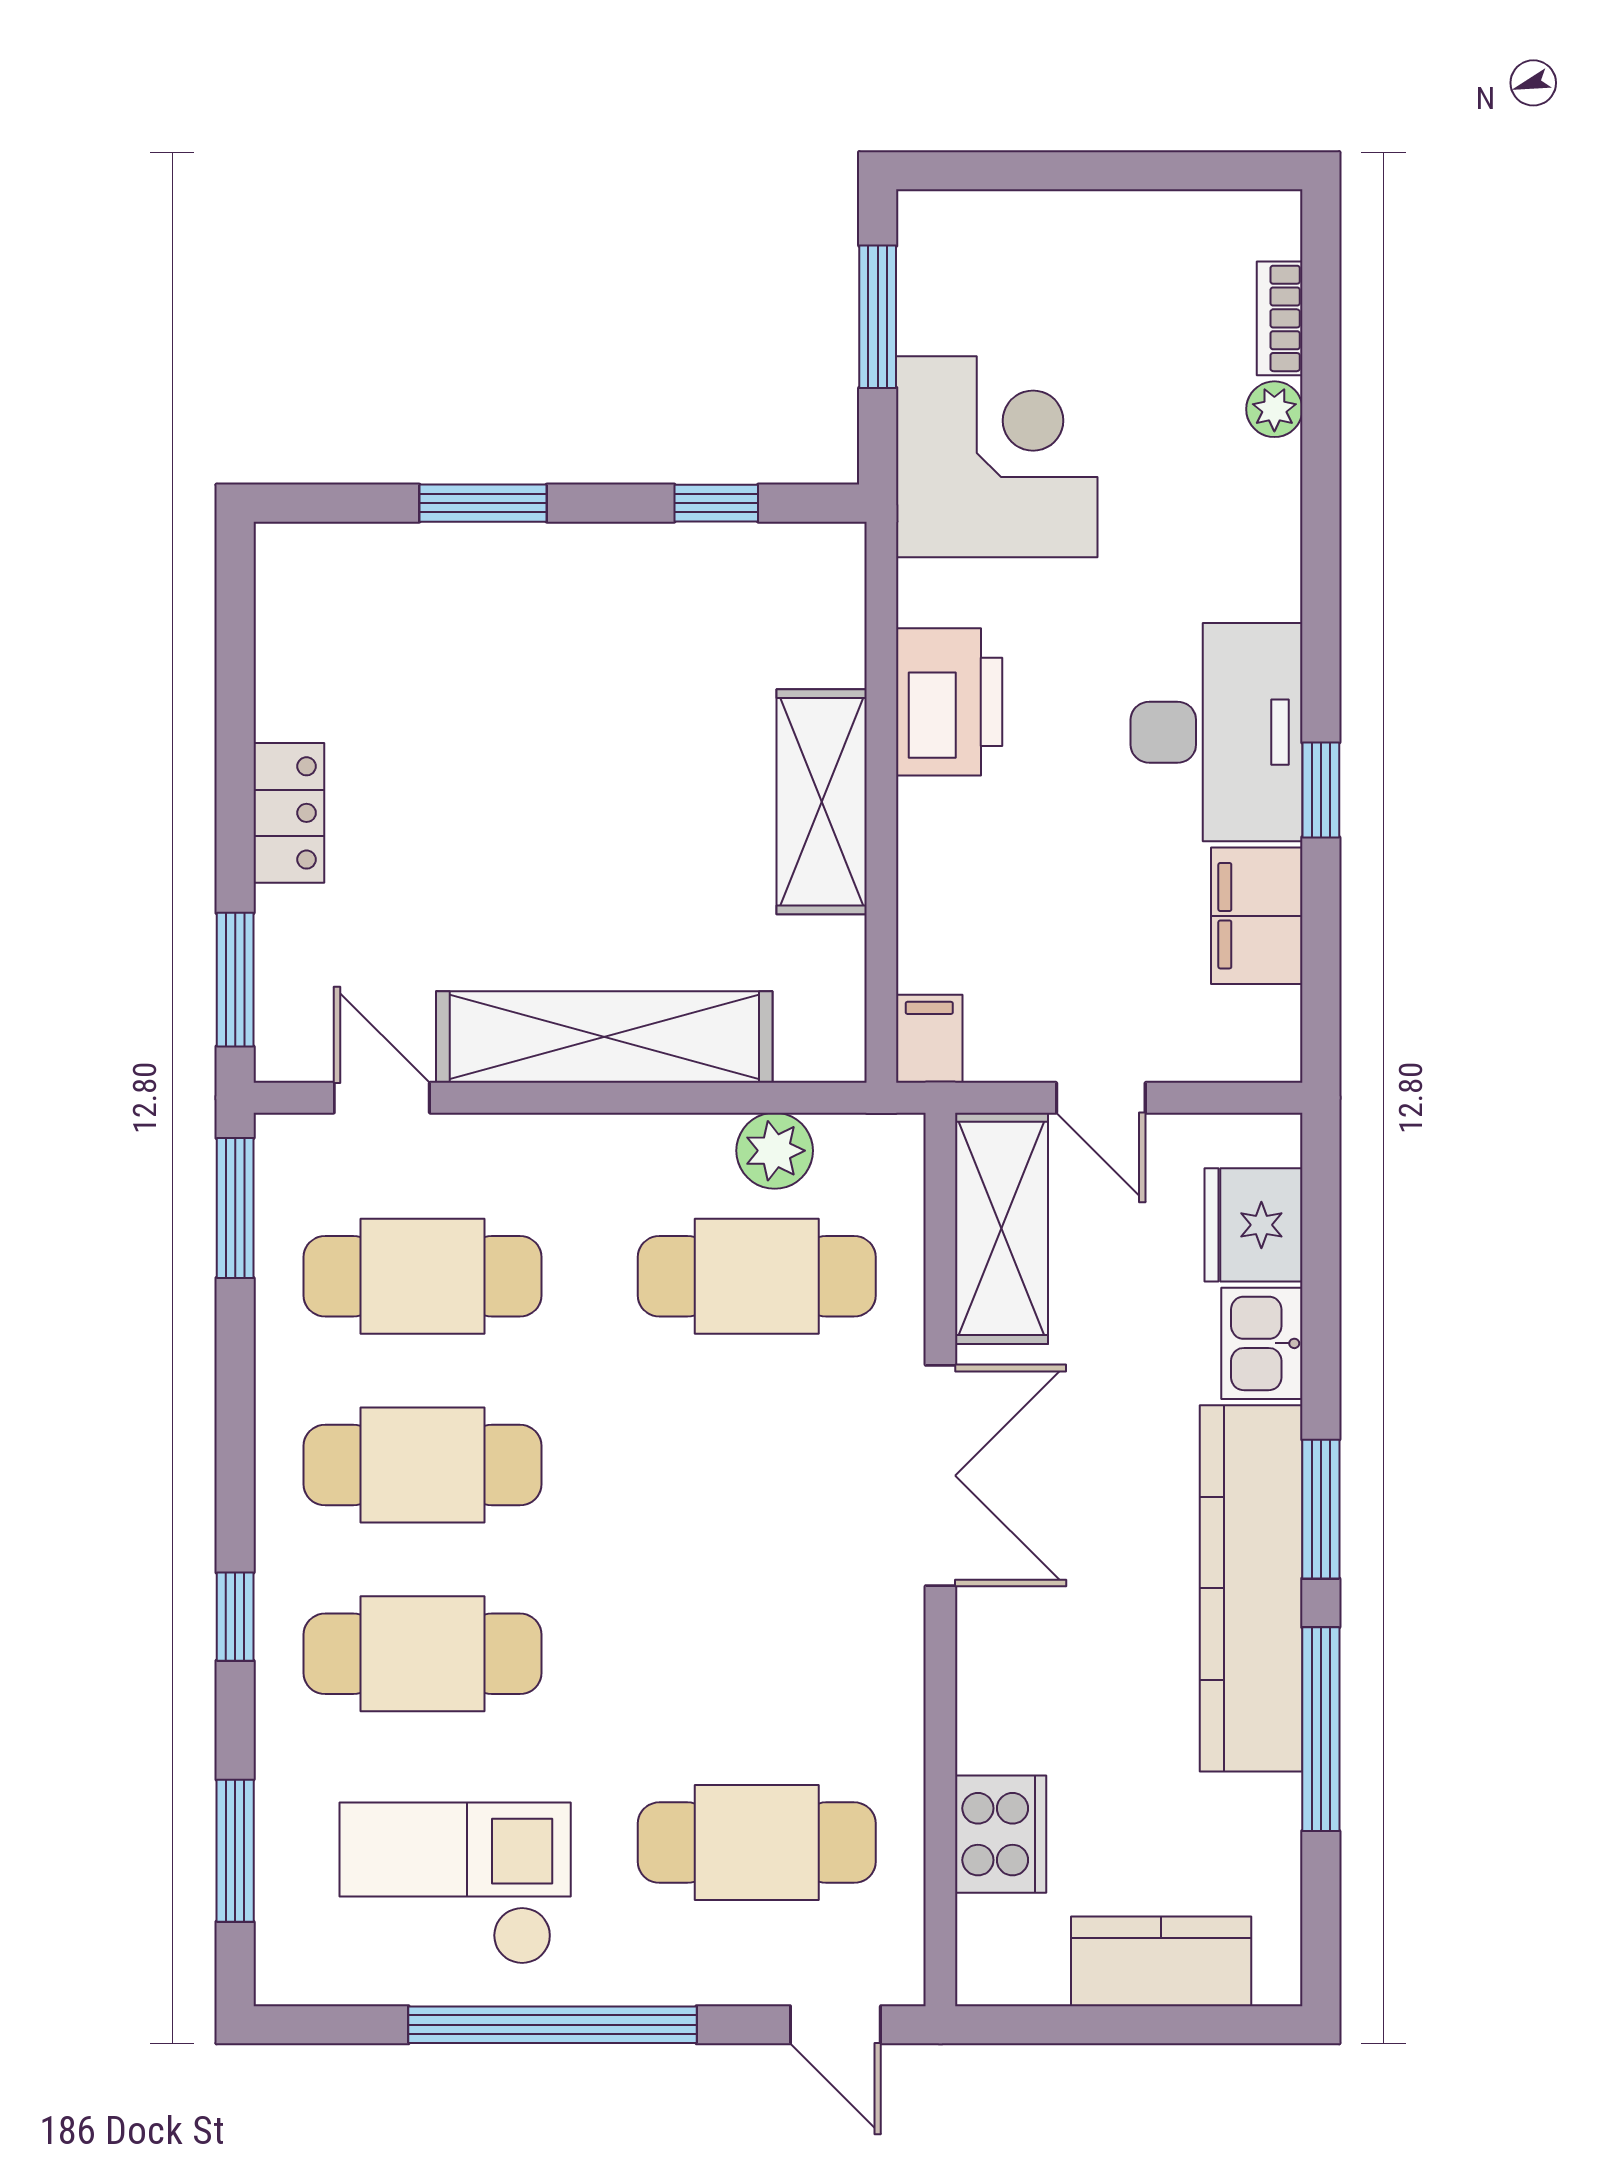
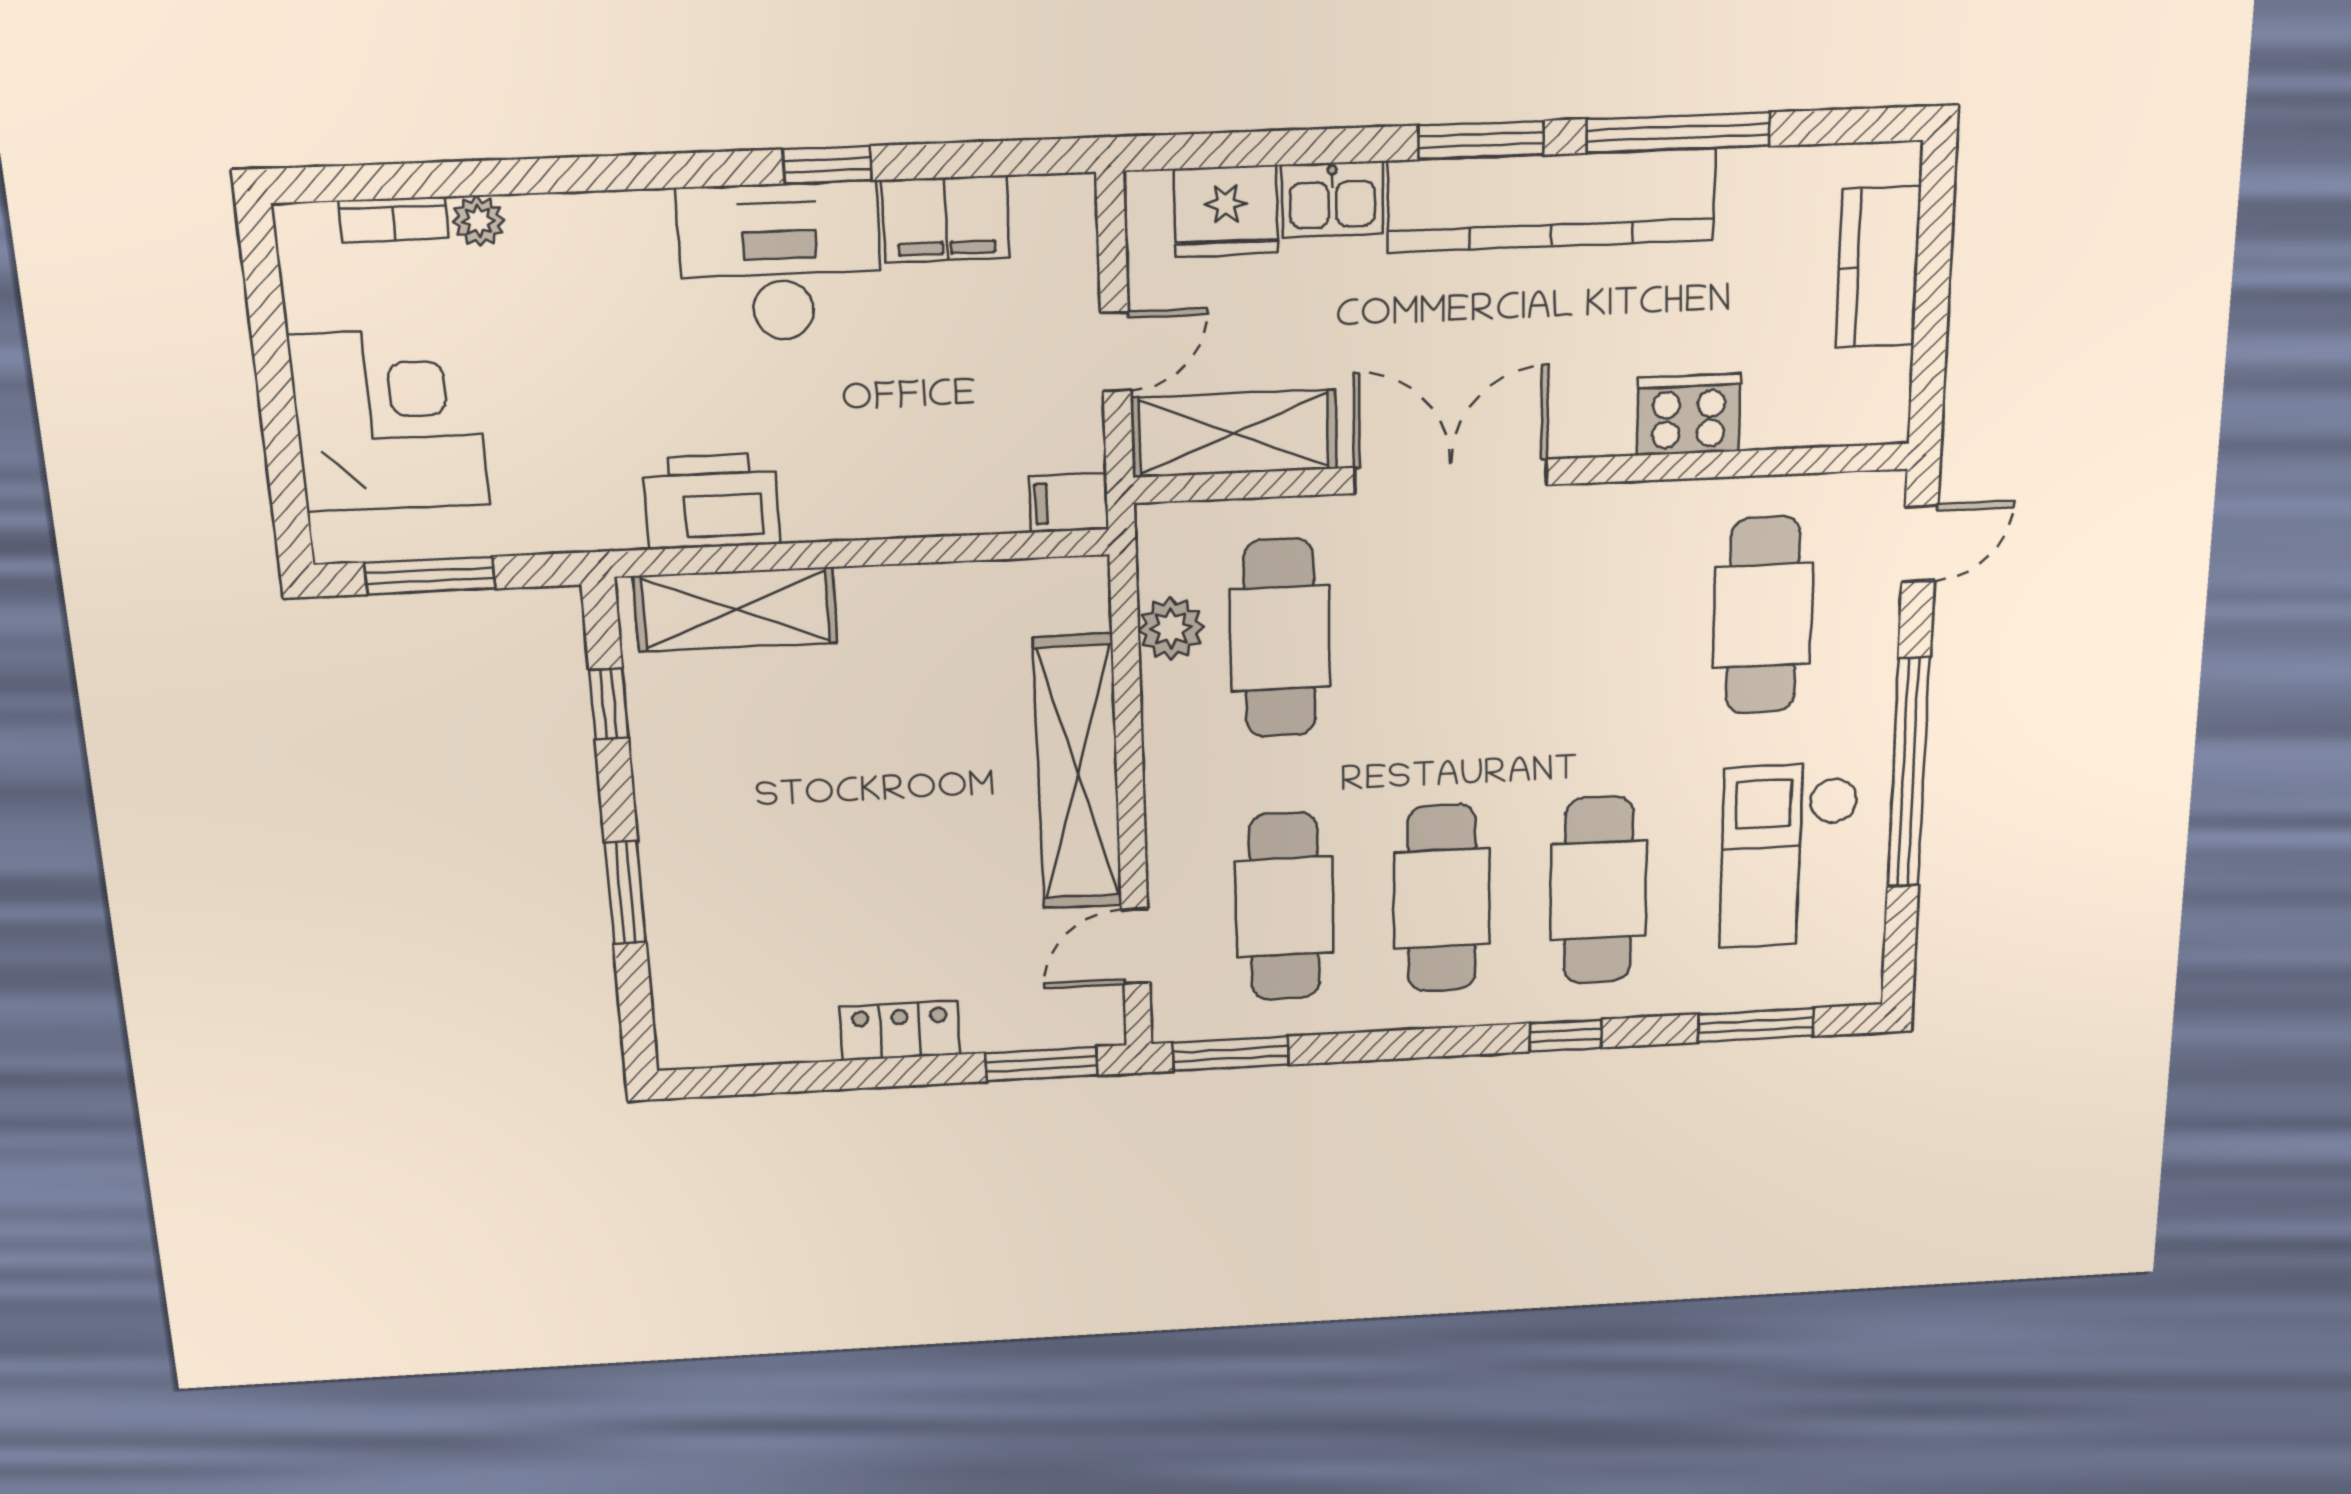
corner desk: (997, 457) -> (389, 420), moved, turned 90
printer: (949, 702) -> (711, 501), moved
shelving: (822, 802) -> (736, 609), moved
cooker: (1001, 1834) -> (1689, 414), moved

